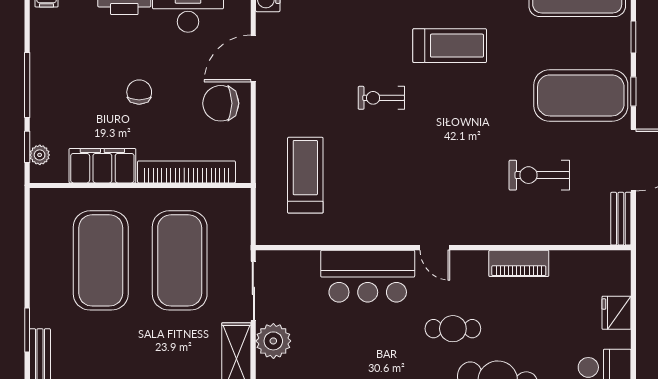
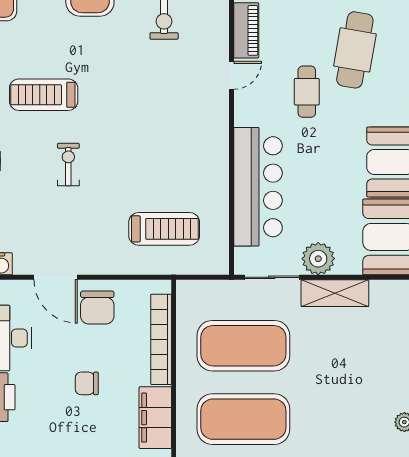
treadmill: (450, 46) -> (44, 95), turned -90
exercise bike: (381, 98) -> (68, 165), moved, turned 180
treadmill: (305, 175) -> (164, 229), turned 180
door: (435, 248) -> (231, 75), moved
bar counter: (368, 276) -> (258, 187), width x1.36

